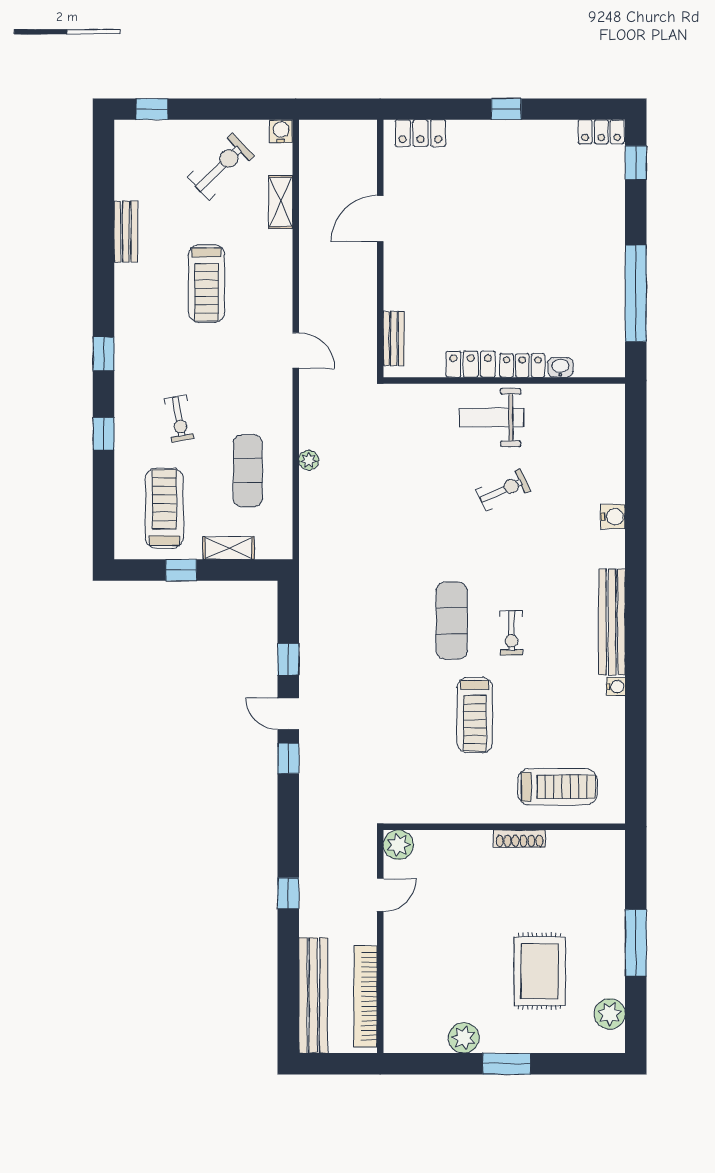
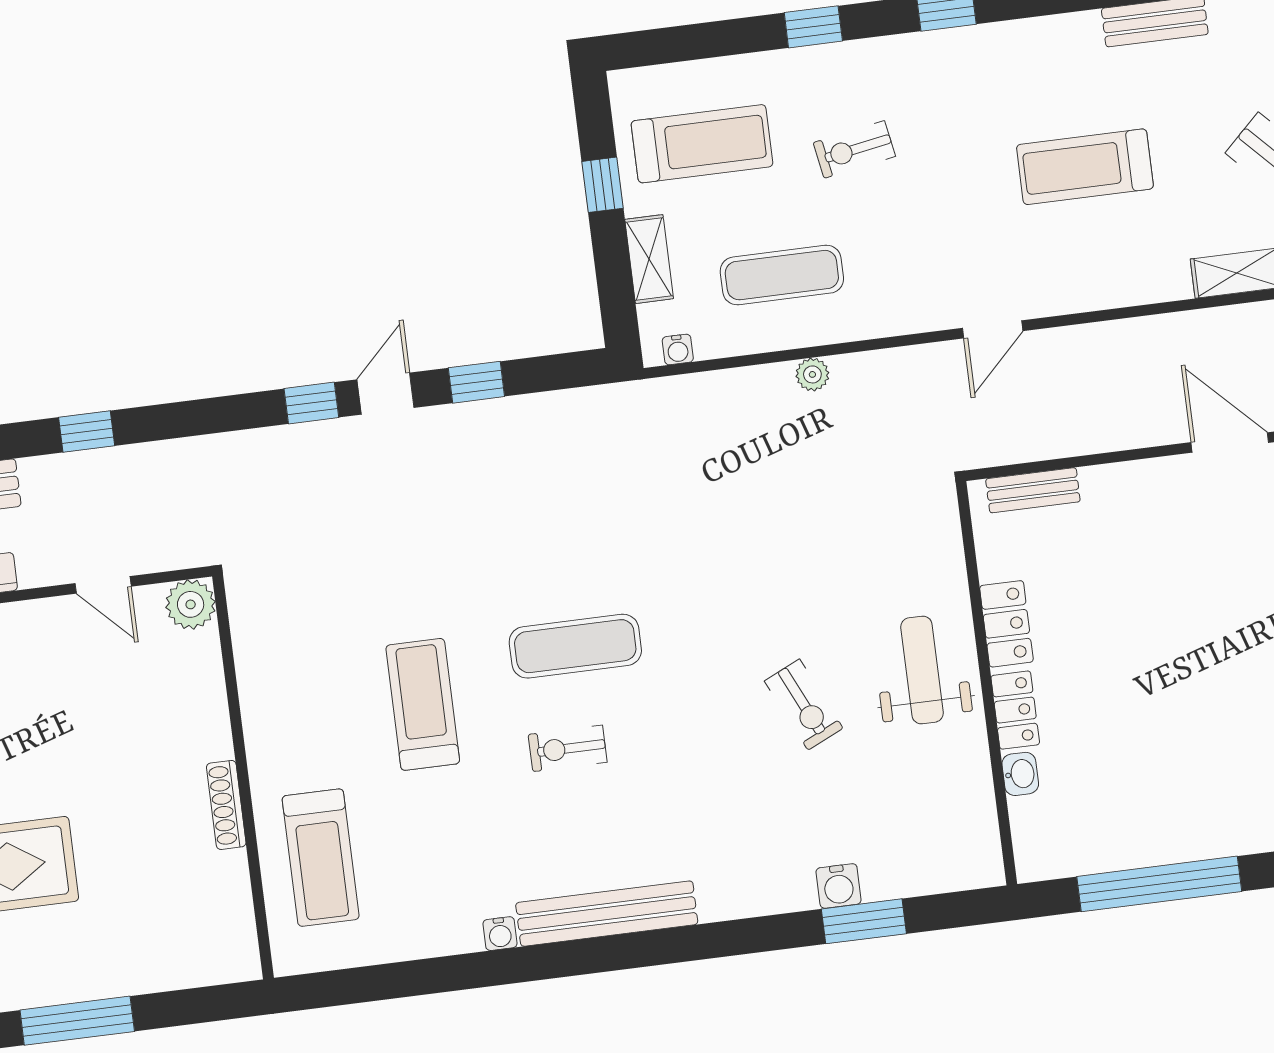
window: (636, 471) -> (864, 921), added
water cooler: (613, 517) -> (839, 886), moved
water cooler: (284, 538) -> (678, 349), added
treadmill: (475, 715) -> (423, 704), turned 90

